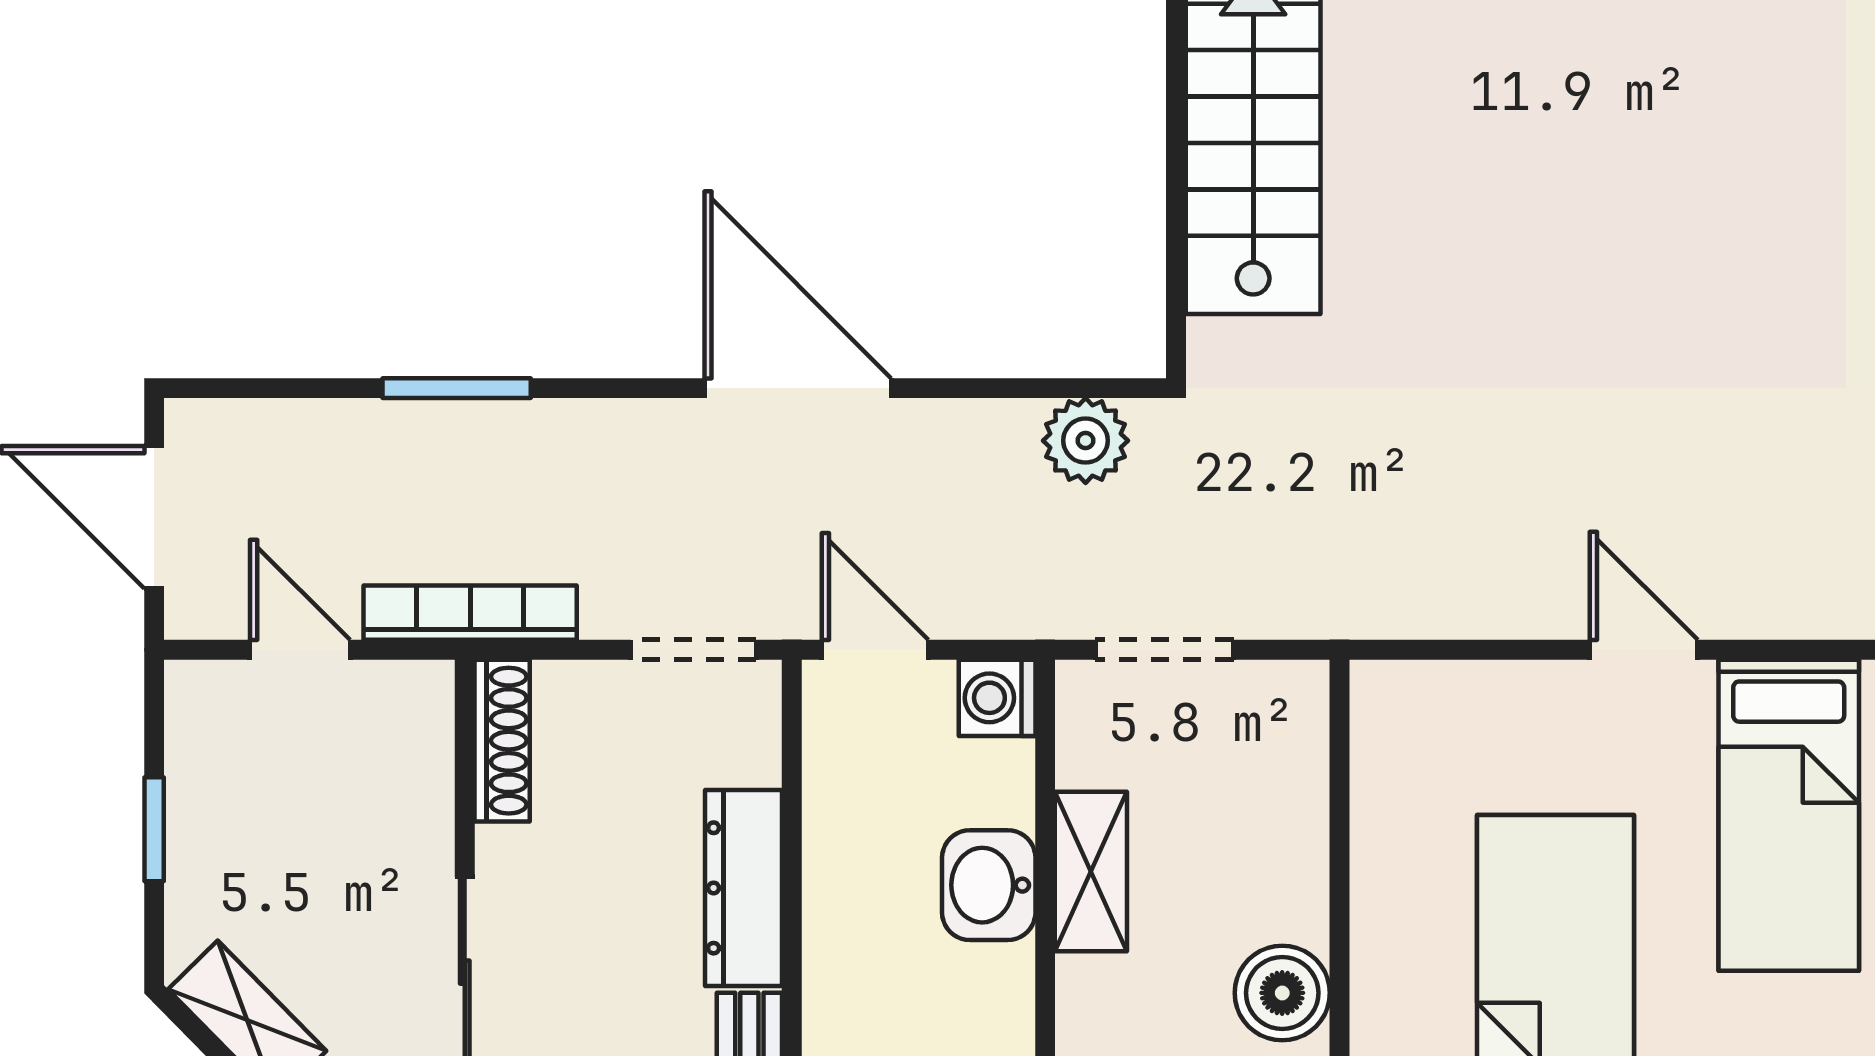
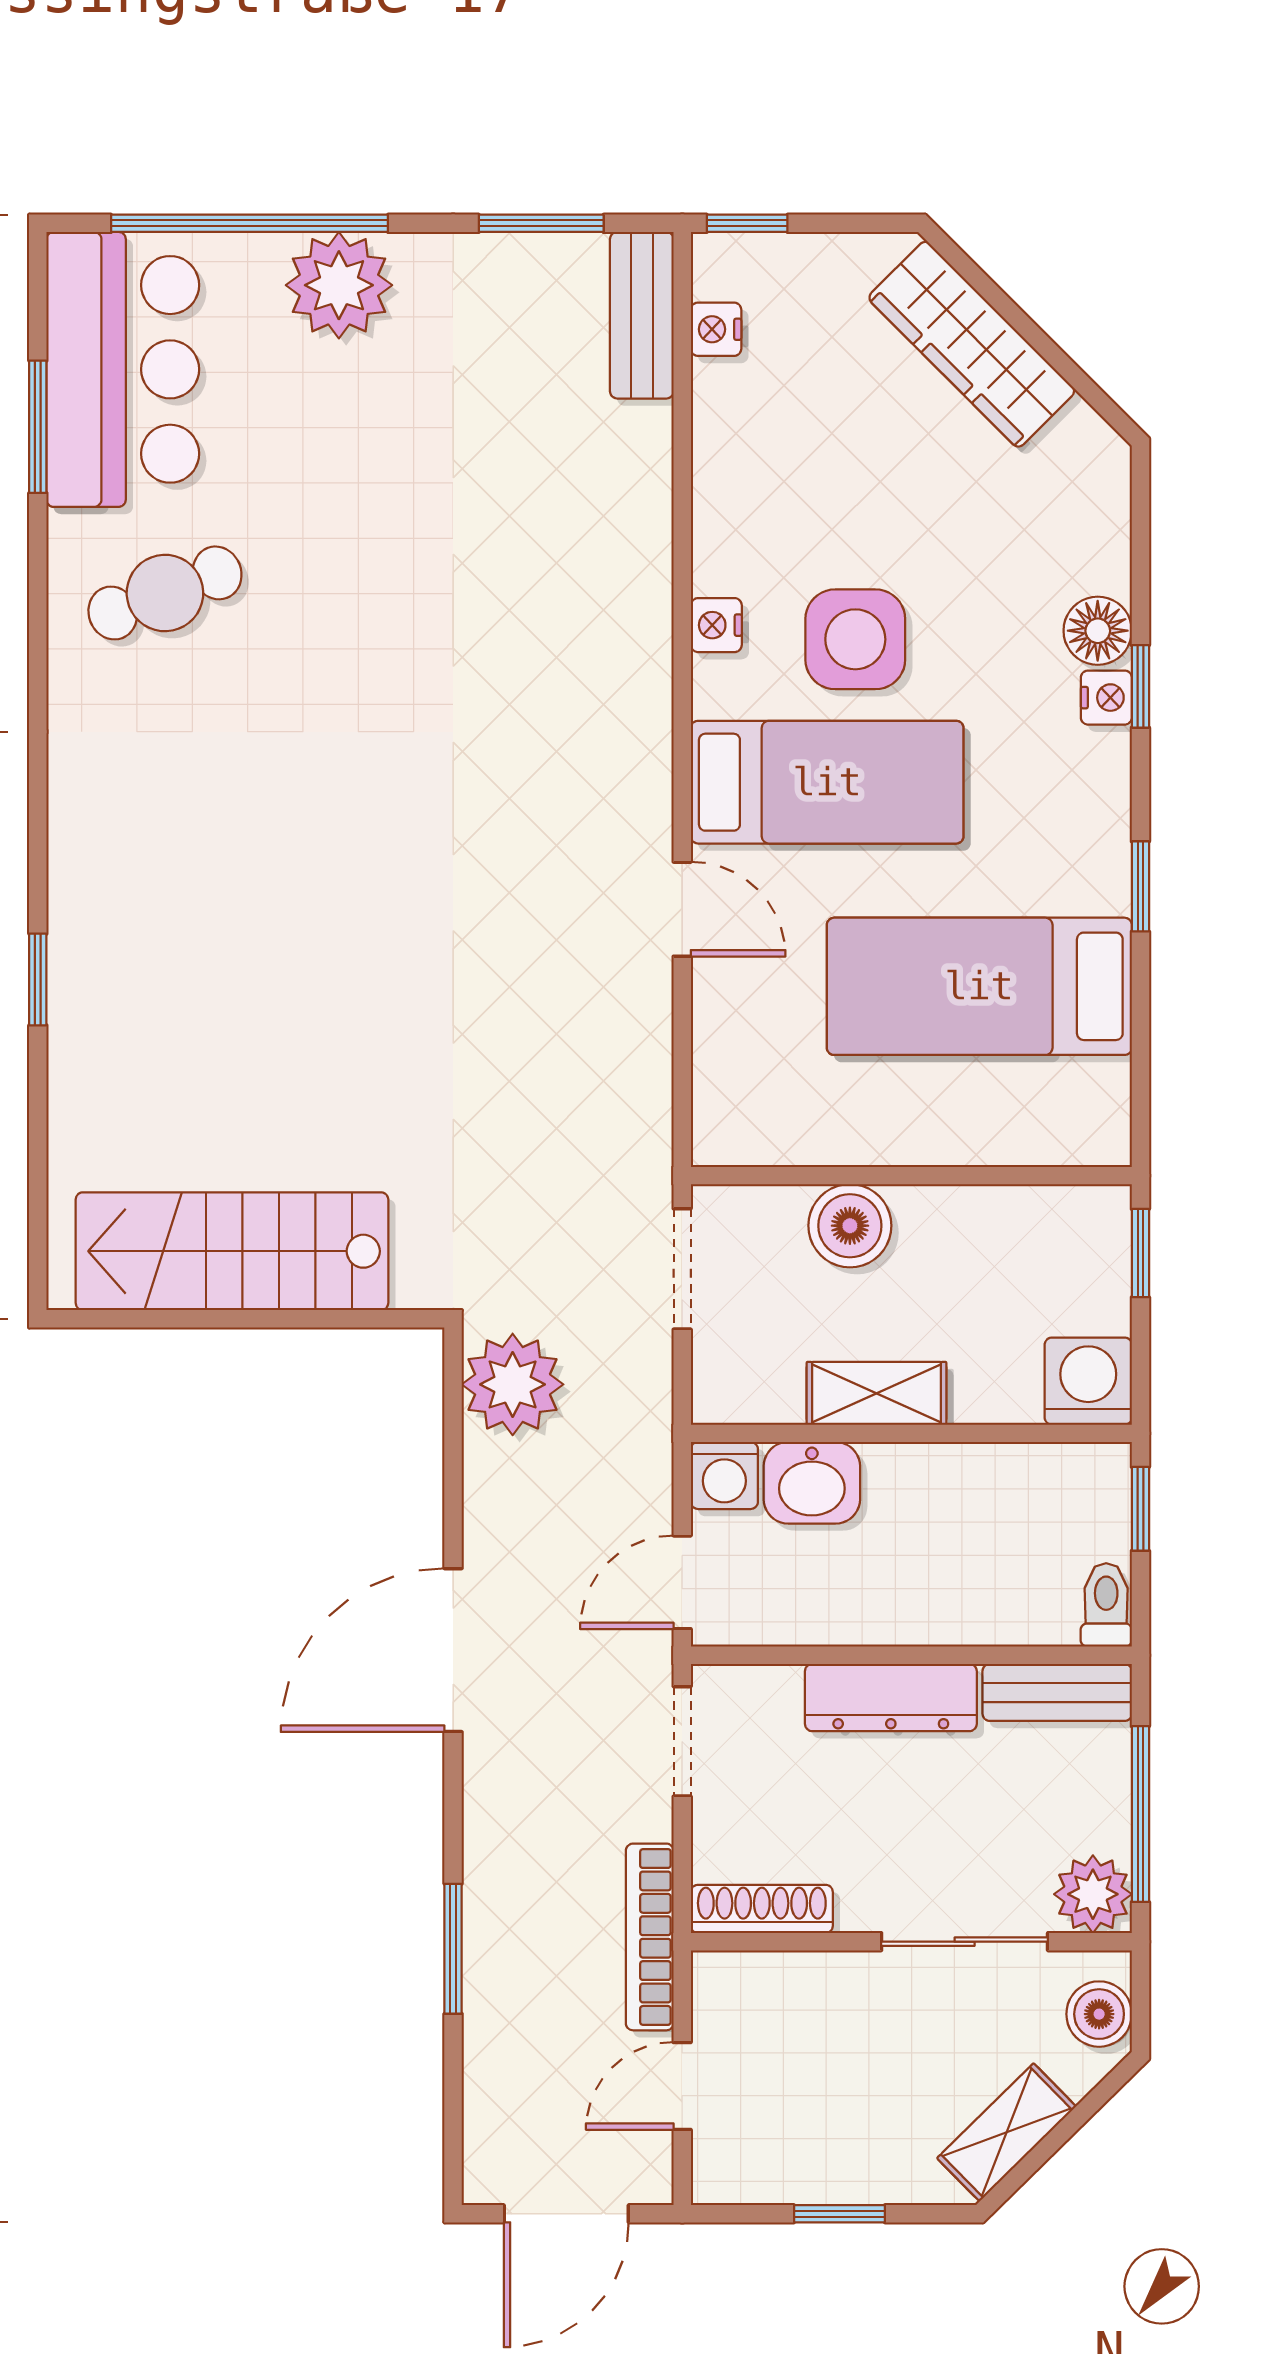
plant: (1086, 441) -> (513, 1384), width x1.36, depth x1.36
doorway: (1164, 650) -> (682, 1269), moved
door: (1644, 650) -> (682, 909), swing flipped
washbasin: (989, 885) -> (812, 1483), moved
boiler: (1282, 993) -> (850, 1226), moved

